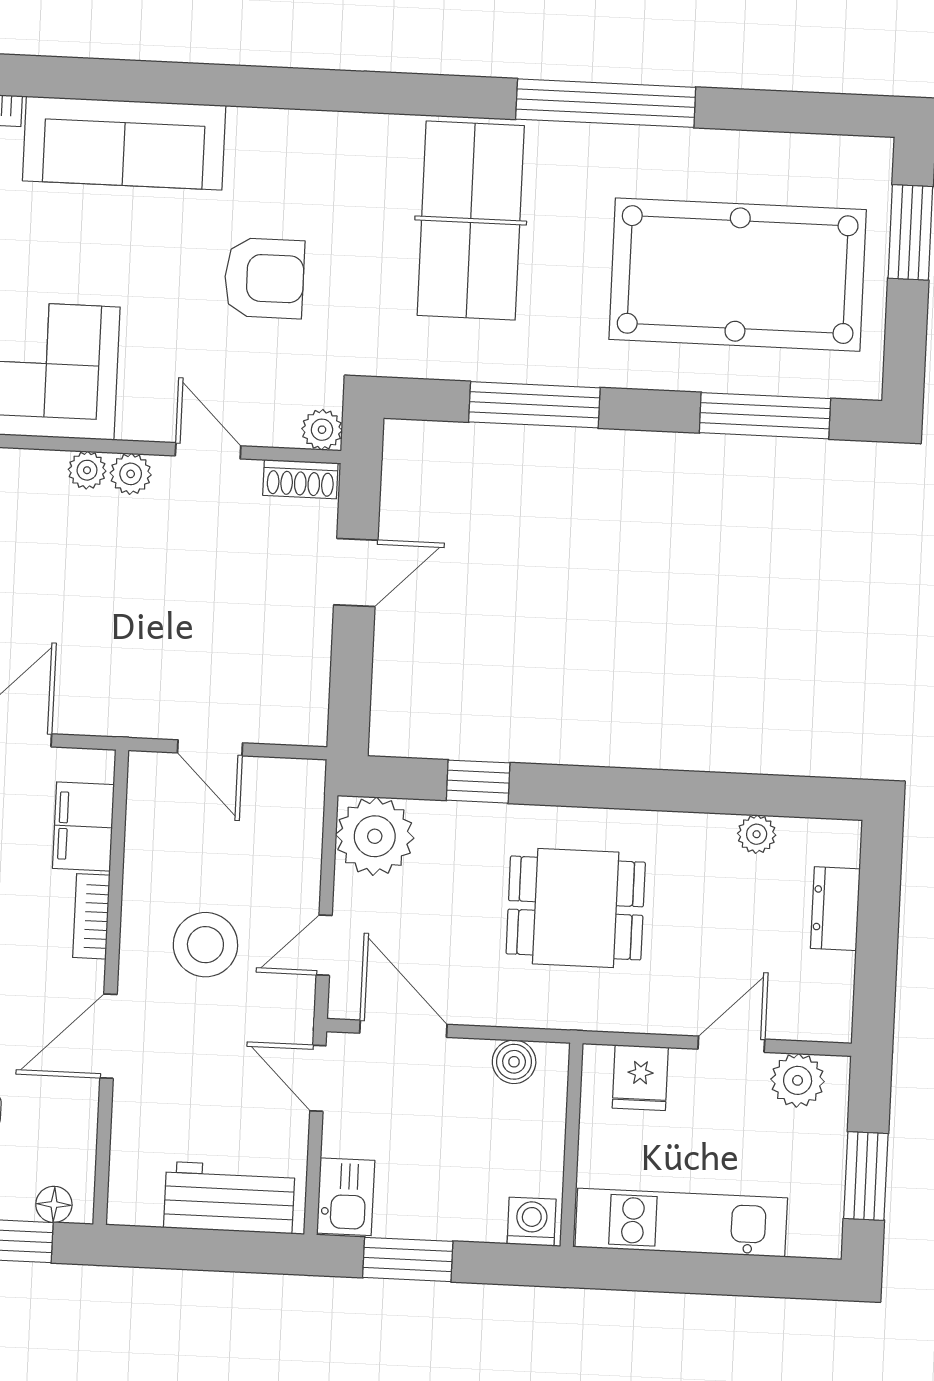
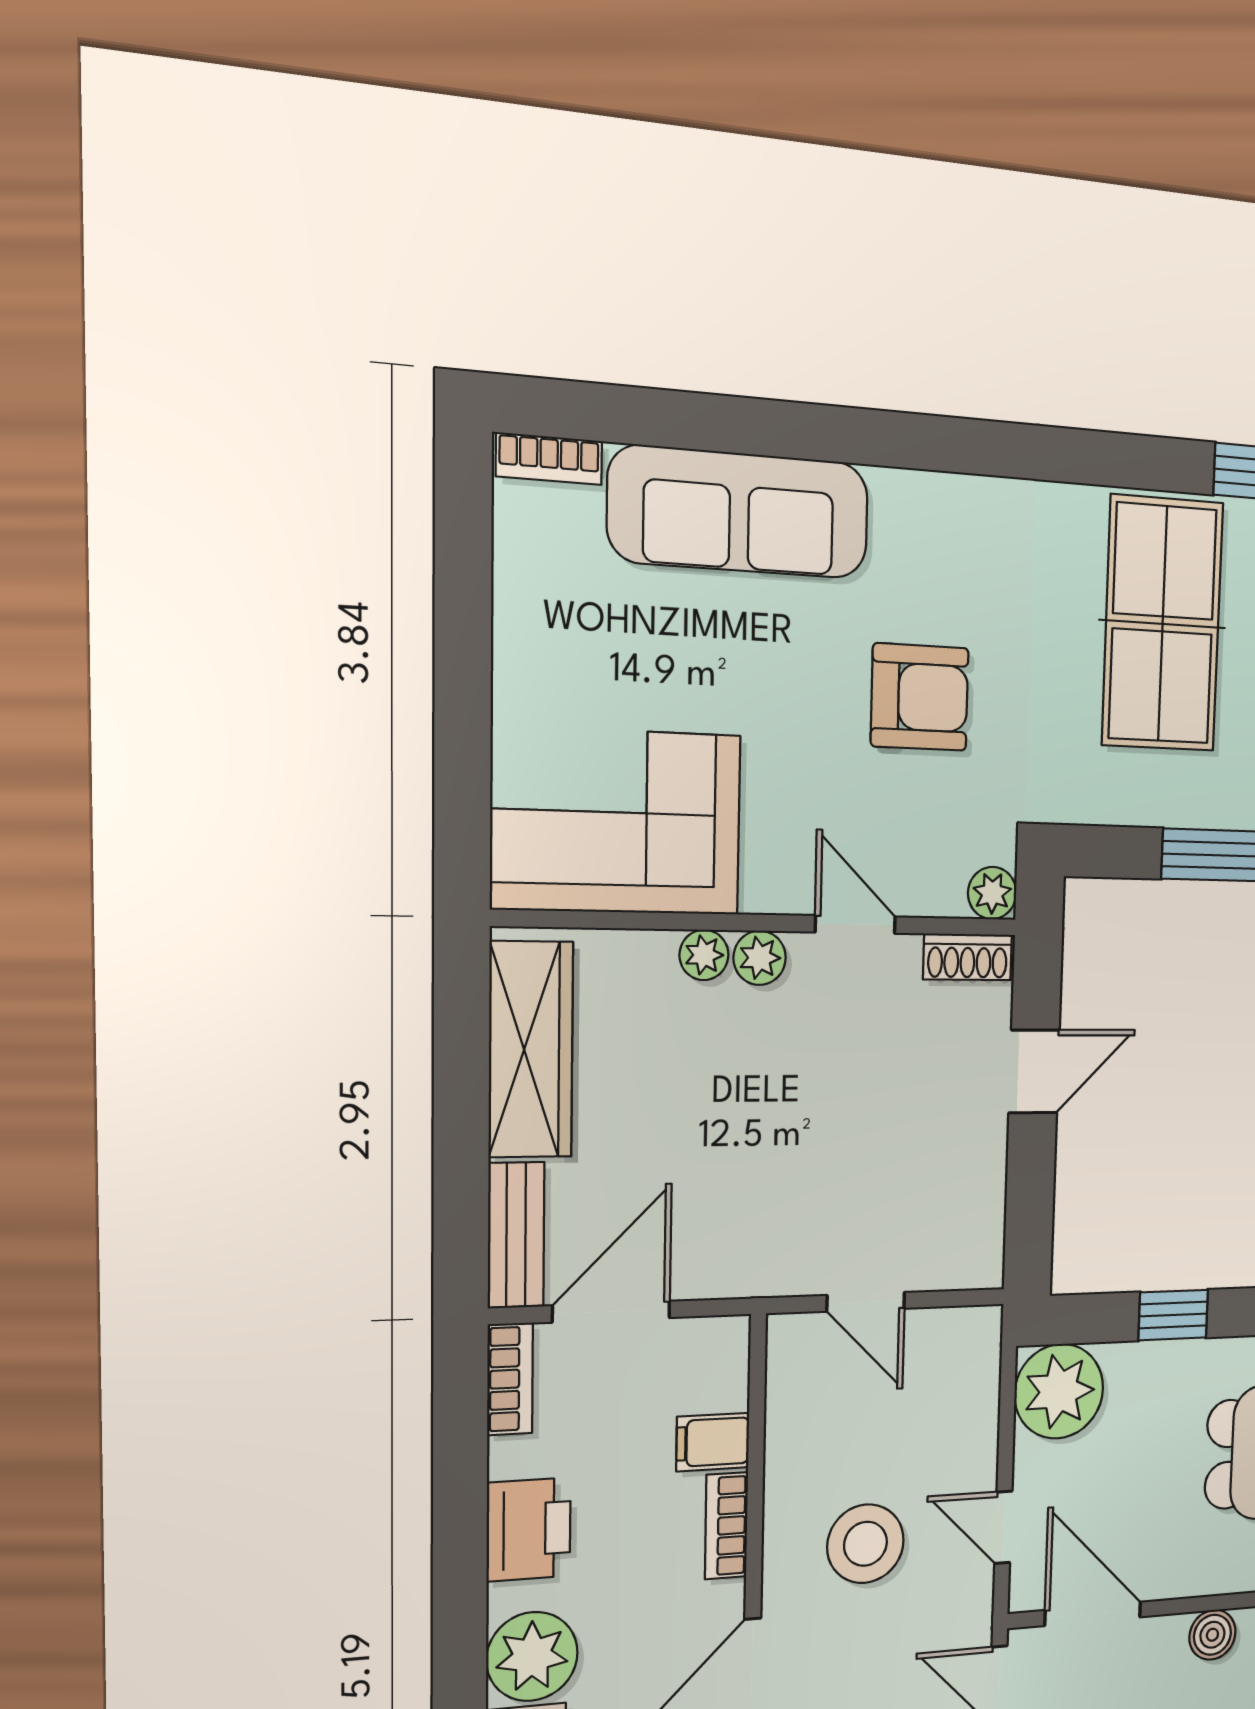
filing cabinet: (83, 826) -> (713, 1442), width x0.50
door: (324, 945) -> (1003, 1527), hinge flipped

